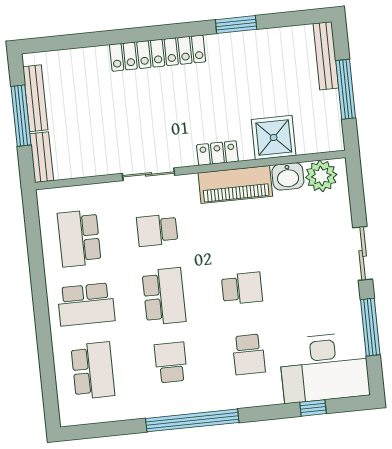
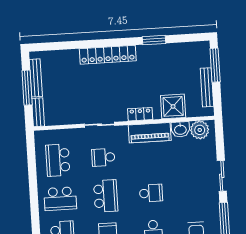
bench: (326, 56) -> (207, 87), moved
window: (346, 89) -> (215, 65), moved

